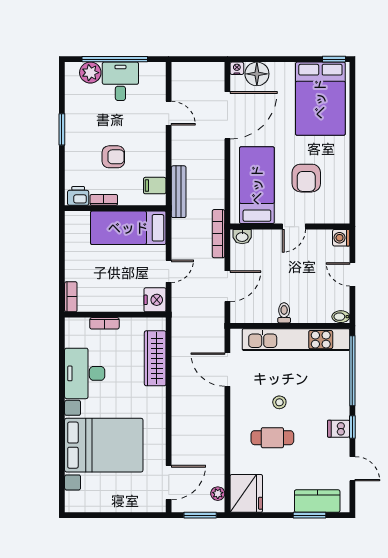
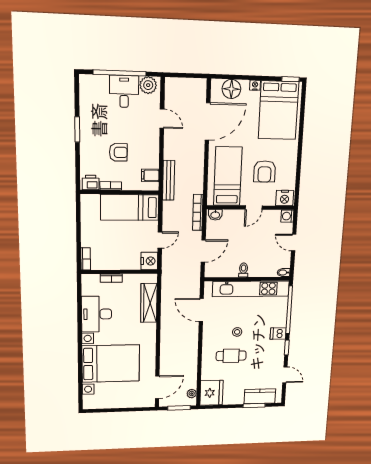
nightstand: (237, 68) -> (255, 85), moved
plant: (90, 73) -> (148, 85), moved
nightstand: (336, 213) -> (285, 198), added
dishwasher: (339, 429) -> (278, 333), moved

